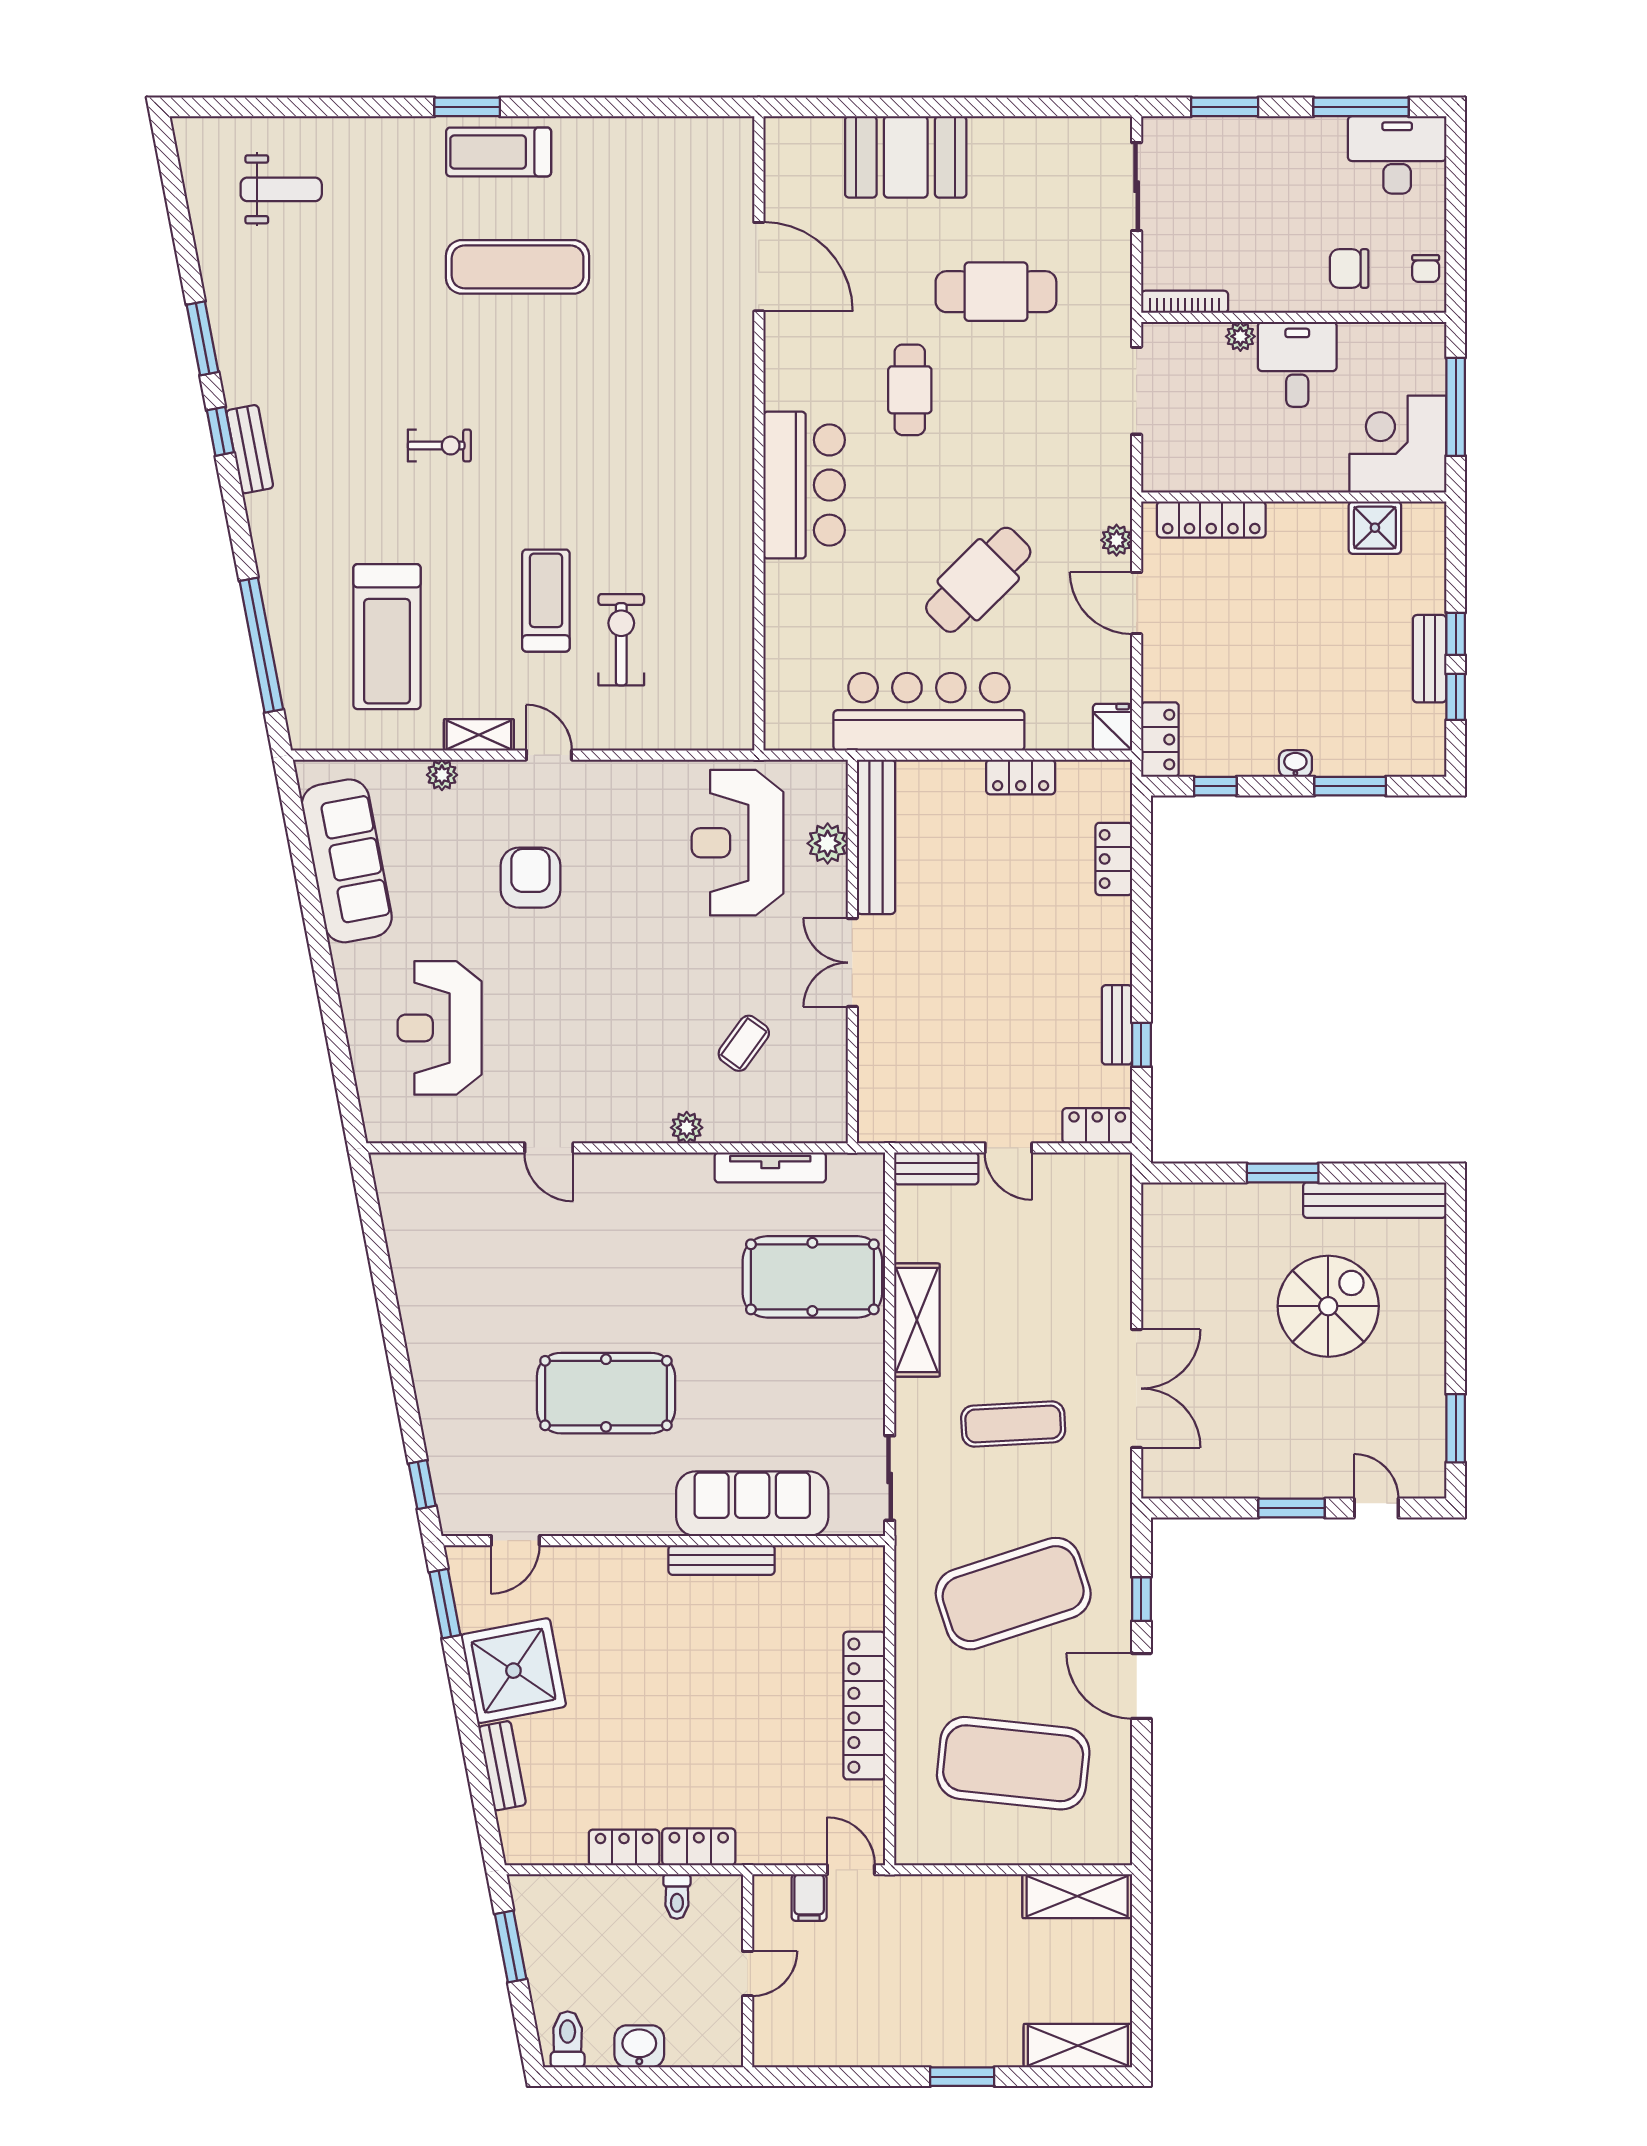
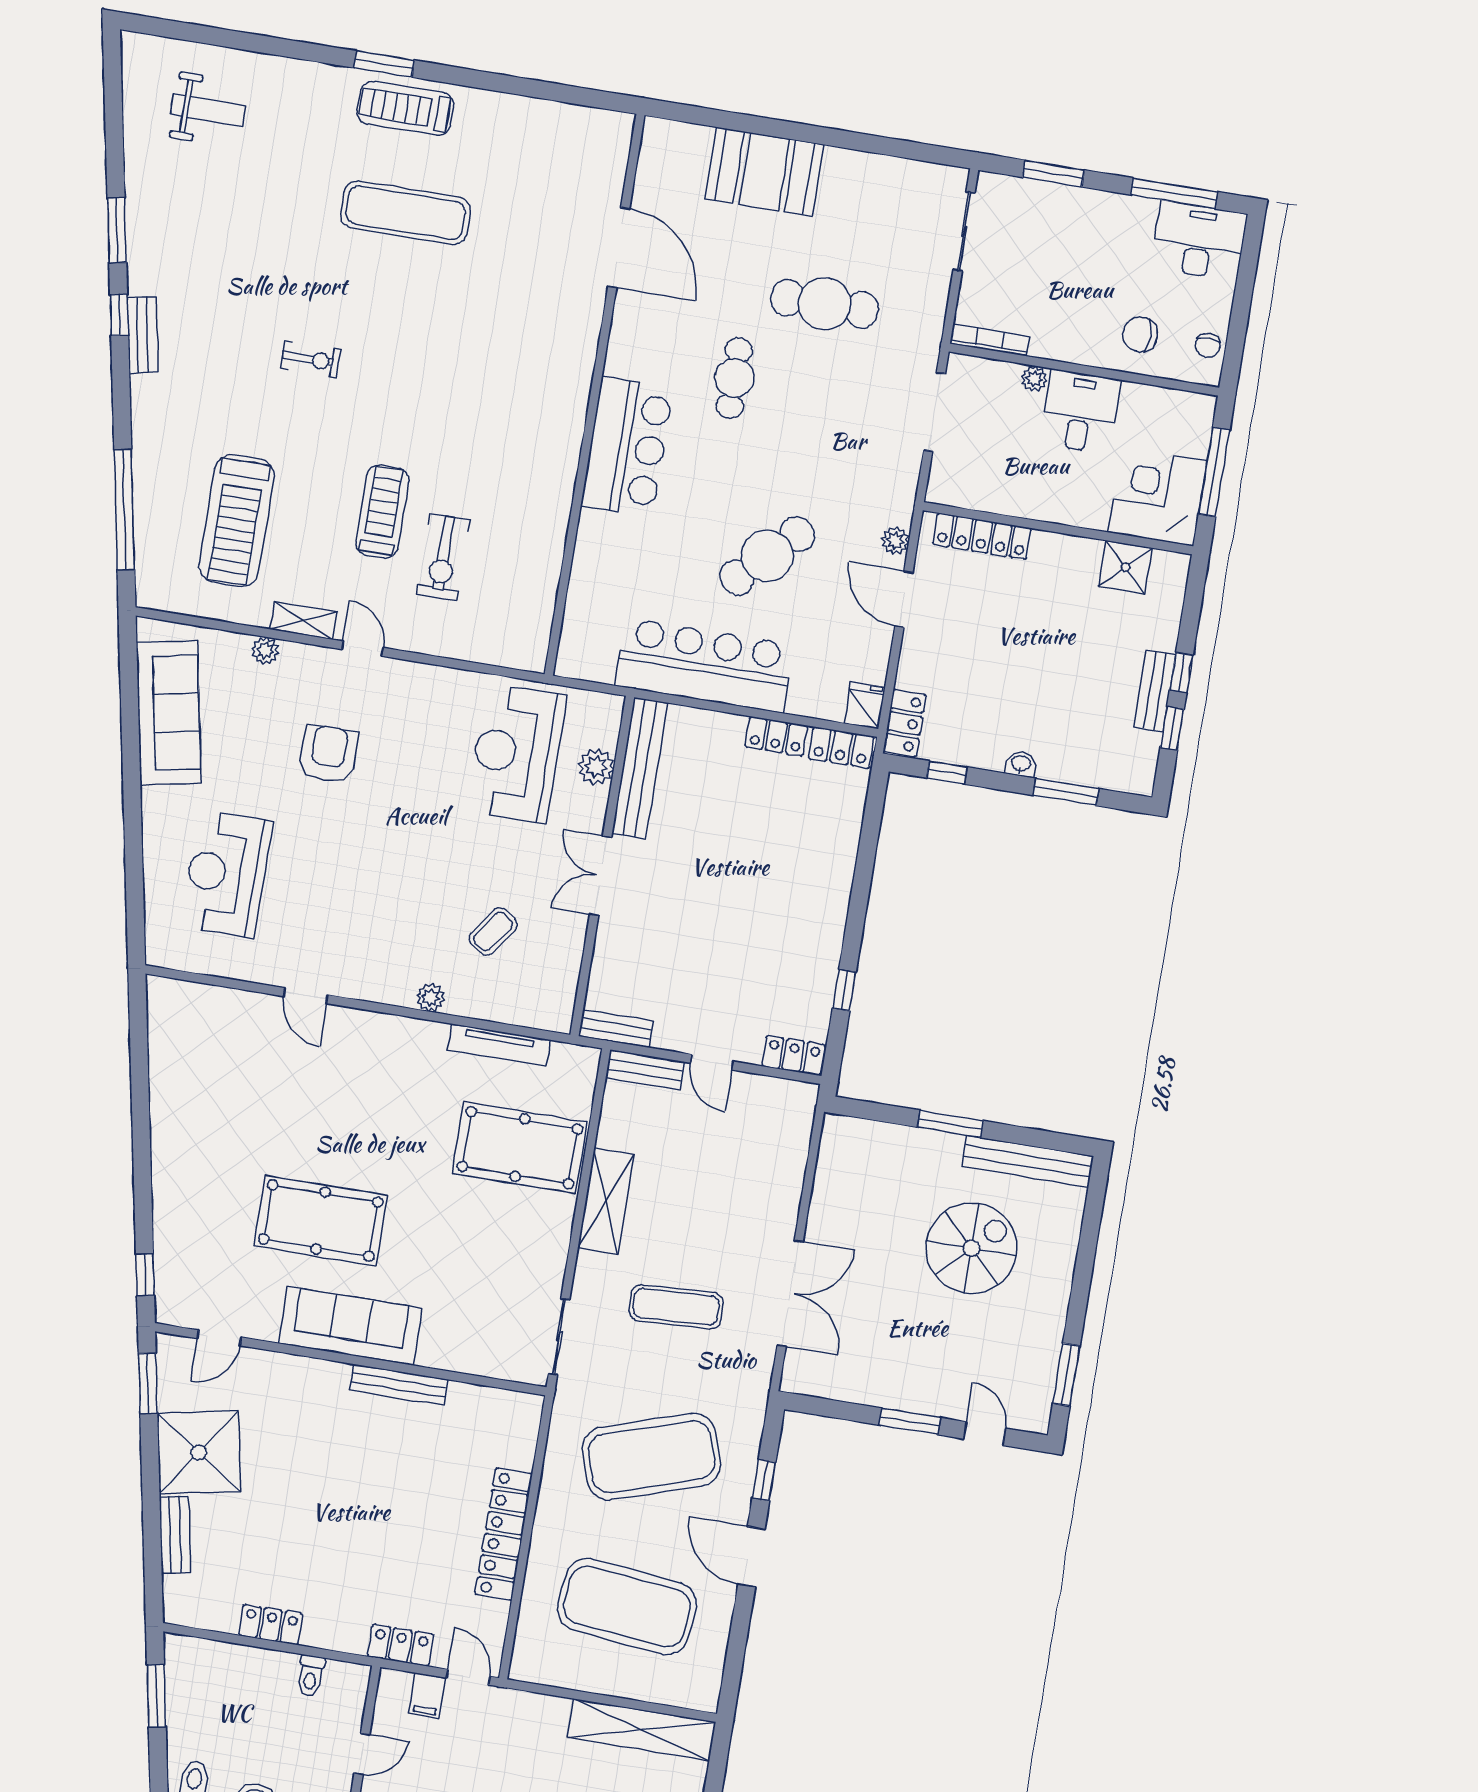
exercise bike: (621, 640) -> (443, 557), turned 180
locker: (1114, 859) -> (841, 748), moved, turned -90
bench: (1117, 1025) -> (616, 1029), moved, turned 90
sofa: (752, 1504) -> (350, 1326), moved
locker: (699, 1847) -> (400, 1645), moved
shelving: (1077, 1896) -> (642, 1730), width x1.47

